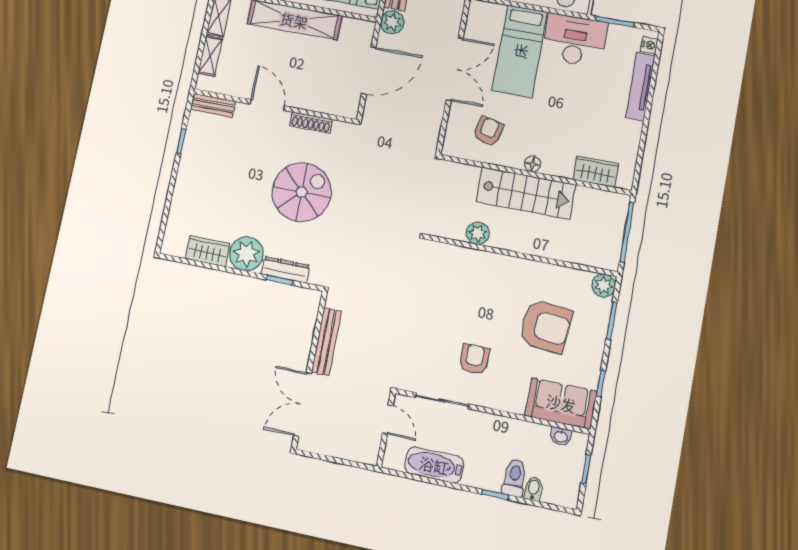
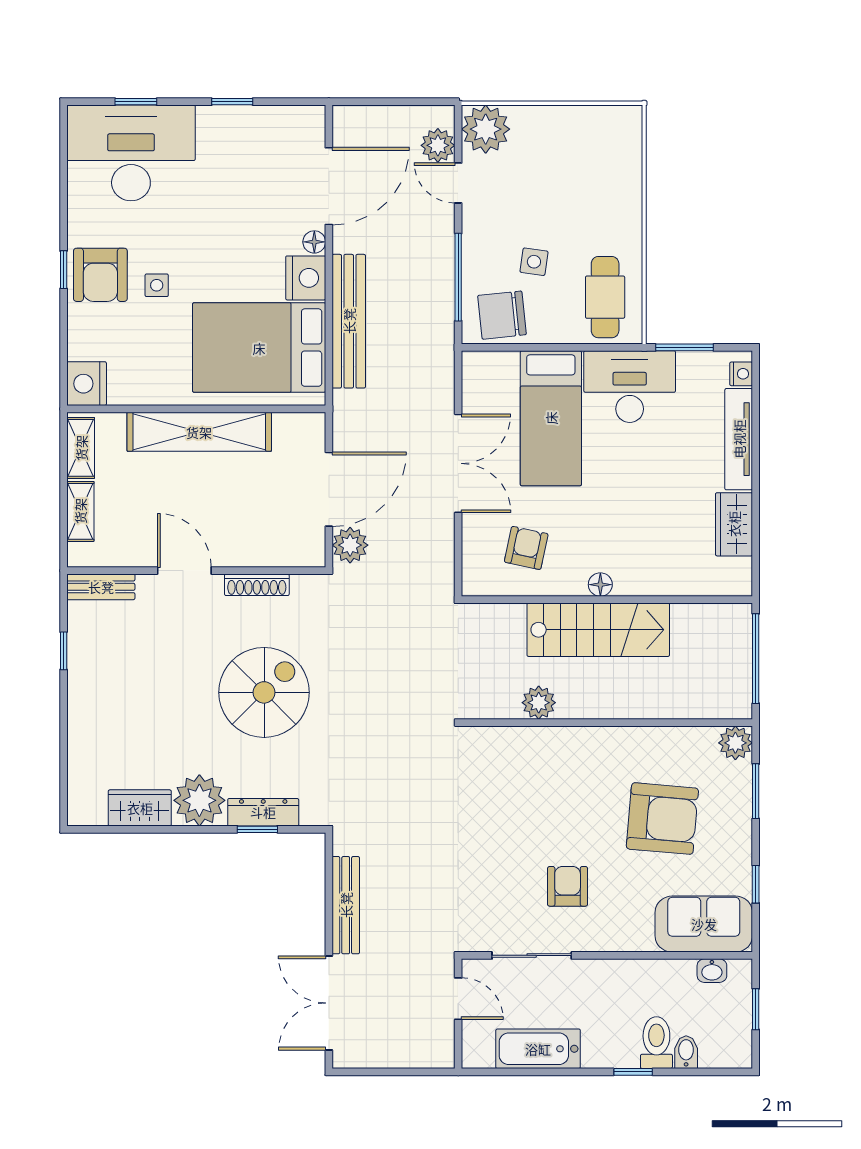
plant: (392, 22) -> (350, 545), moved
wardrobe: (596, 171) -> (734, 524), moved, turned -90

